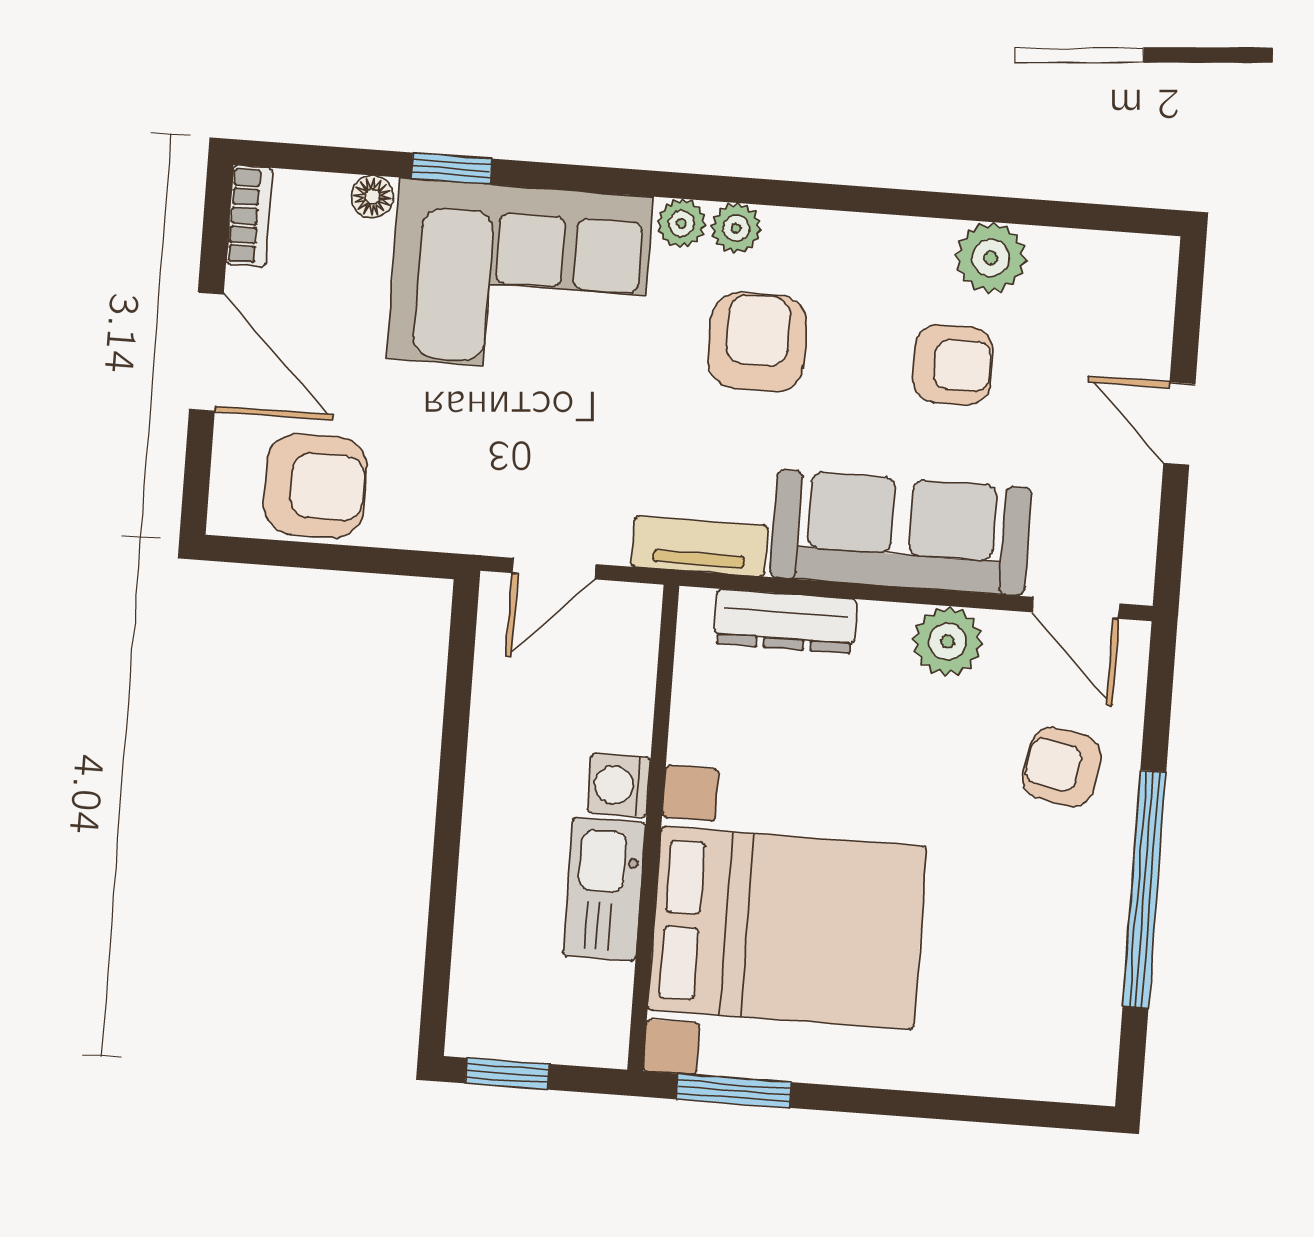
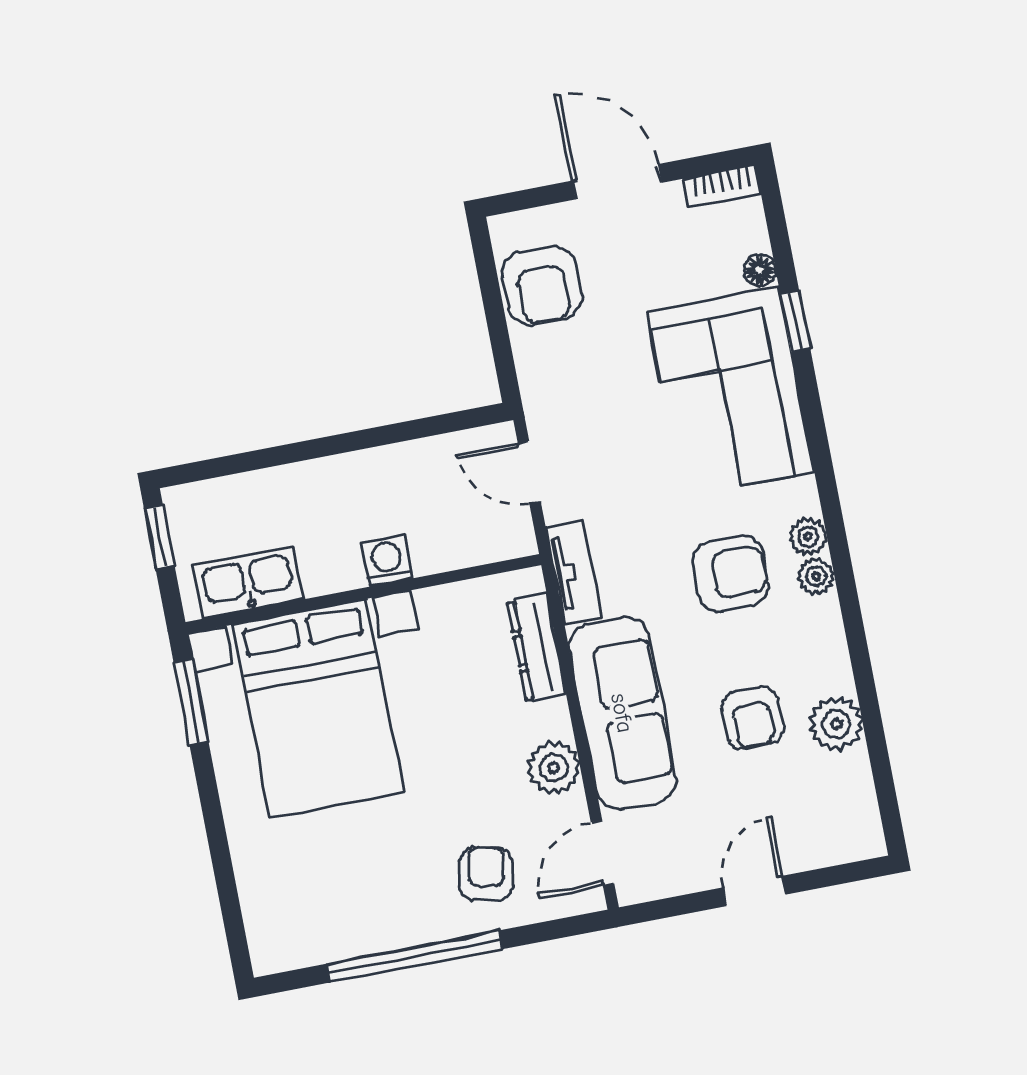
plant: (681, 223) -> (816, 576), moved
door: (206, 352) -> (617, 182), swing flipped
kitchen sink: (604, 889) -> (248, 582), moved

